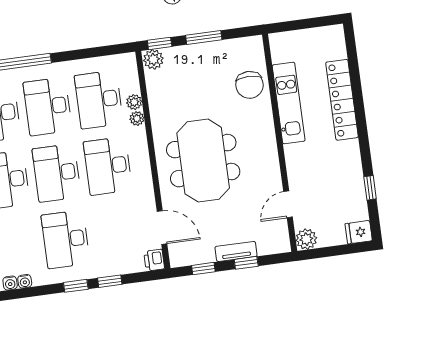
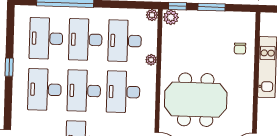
chair: (250, 85) -> (240, 48), width x0.54, depth x0.54
plant: (134, 102) -> (152, 15), moved
meeting table: (203, 161) -> (196, 100), turned 90

